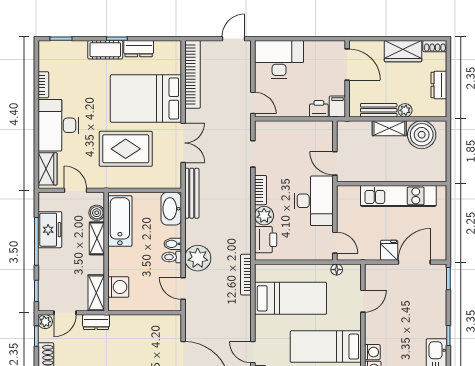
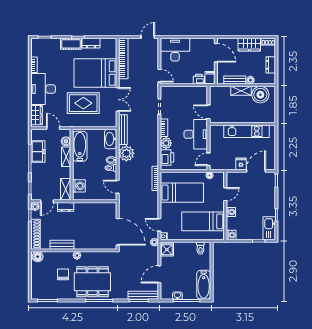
door: (335, 243) -> (209, 159), swing flipped
plant: (198, 258) -> (126, 153), moved
washing machine: (372, 352) -> (231, 212), moved

